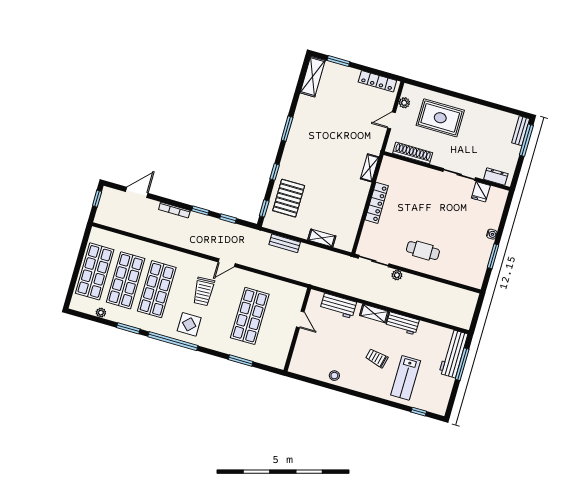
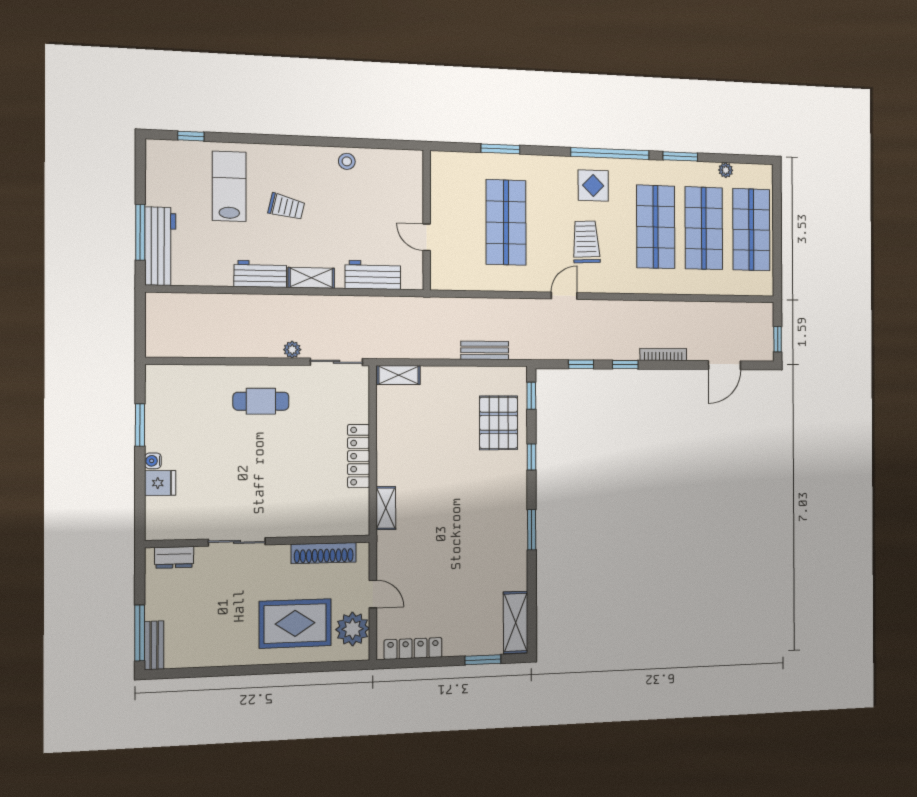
plant: (404, 103) -> (353, 629), width x1.87, depth x1.87
door: (391, 120) -> (373, 594), hinge flipped
fridge: (481, 192) -> (160, 483), moved, turned 90
shelving: (322, 238) -> (399, 375), moved

